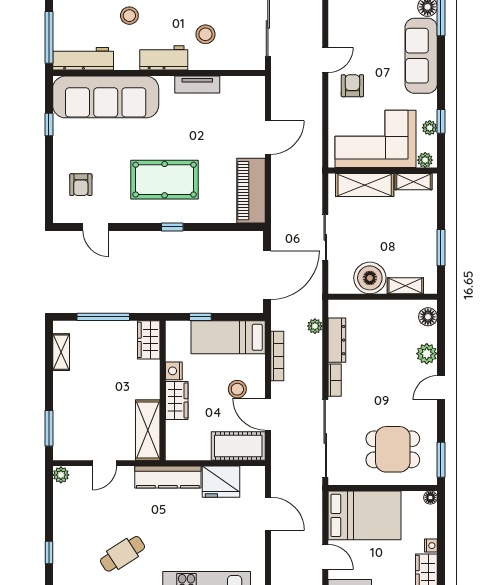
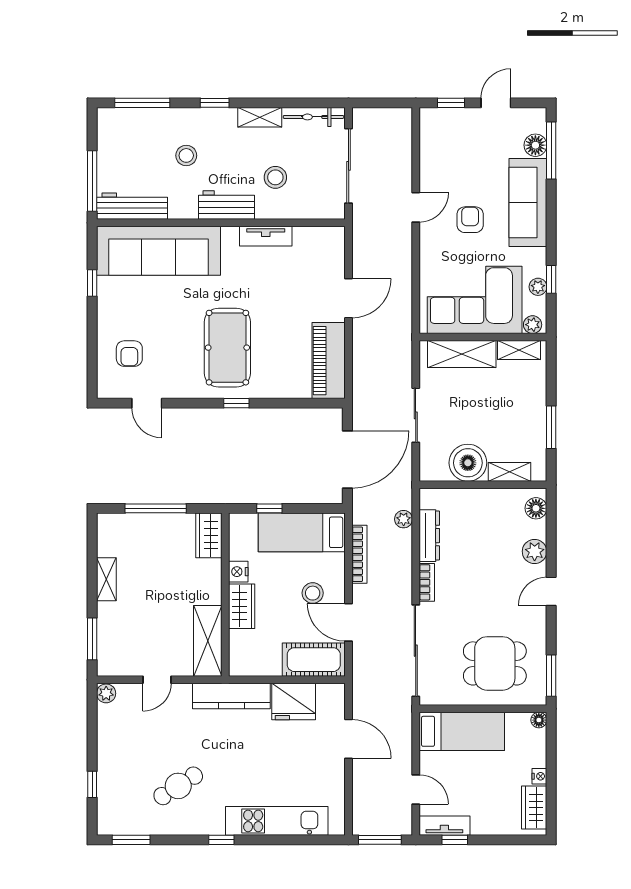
armchair: (352, 86) -> (470, 220), moved
pool table: (165, 180) -> (227, 348), turned 90
shelving: (61, 352) -> (106, 579), moved
bed: (365, 515) -> (462, 731), width x0.67

